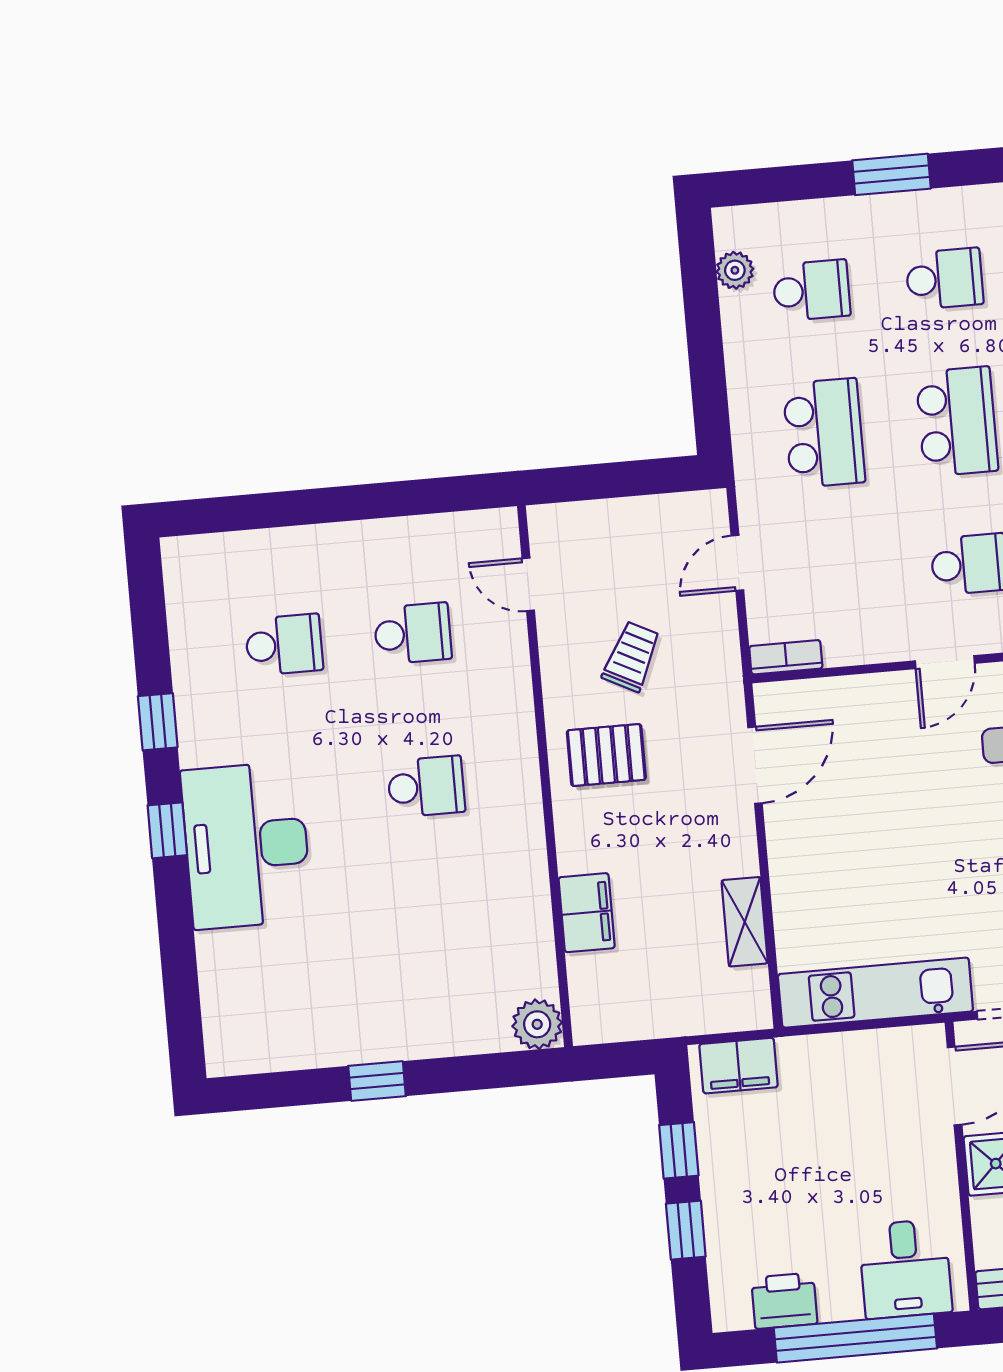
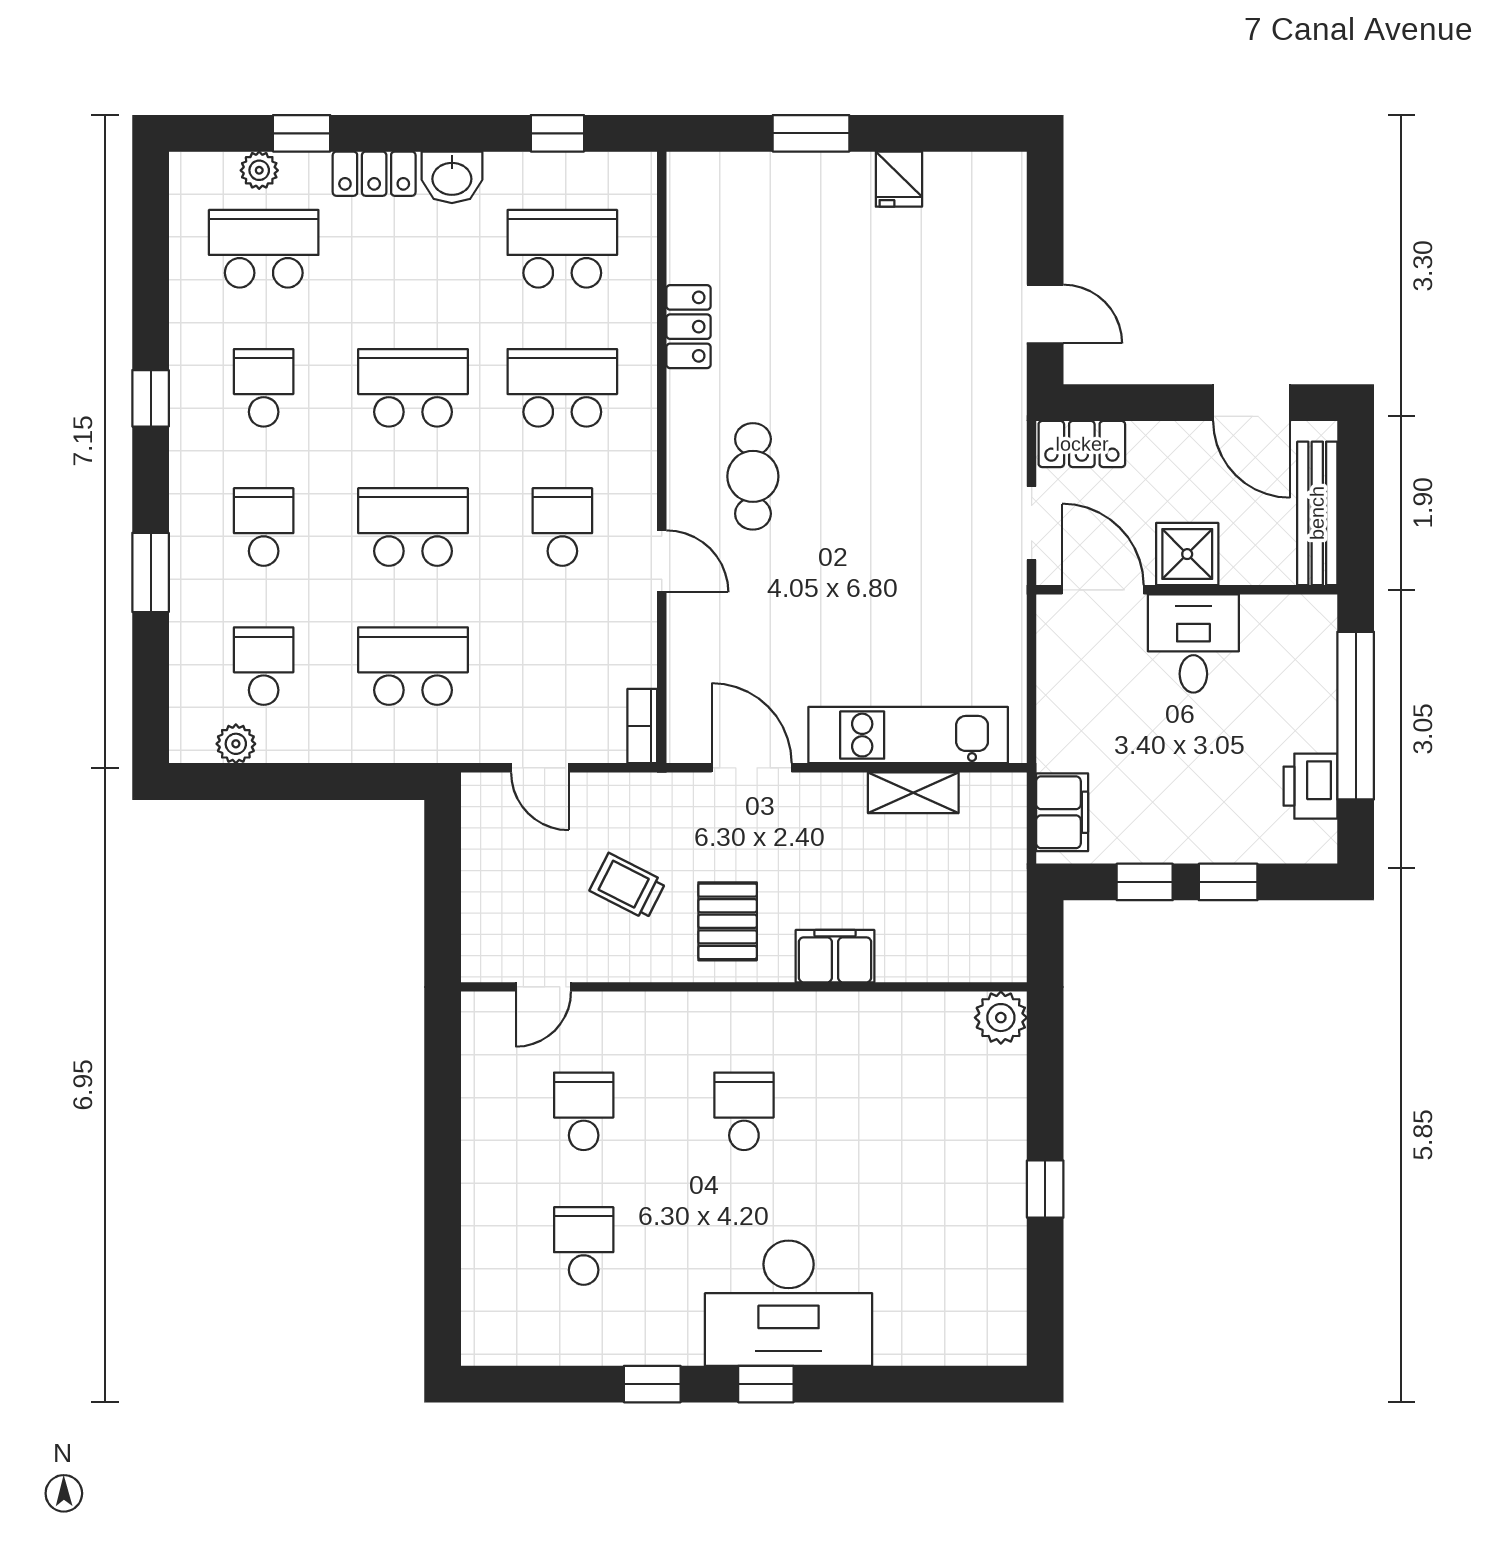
filing cabinet: (587, 913) -> (835, 956), moved
kitchen unit: (875, 993) -> (908, 735), moved, turned 90
desk: (905, 1269) -> (1193, 643), moved, turned -90

